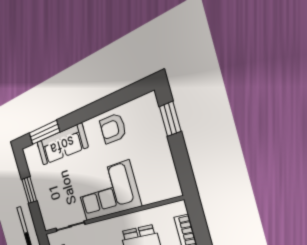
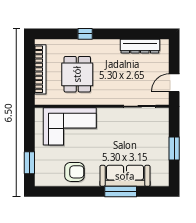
window: (44, 133) -> (121, 192), moved
corner sofa: (107, 191) -> (70, 126), moved

